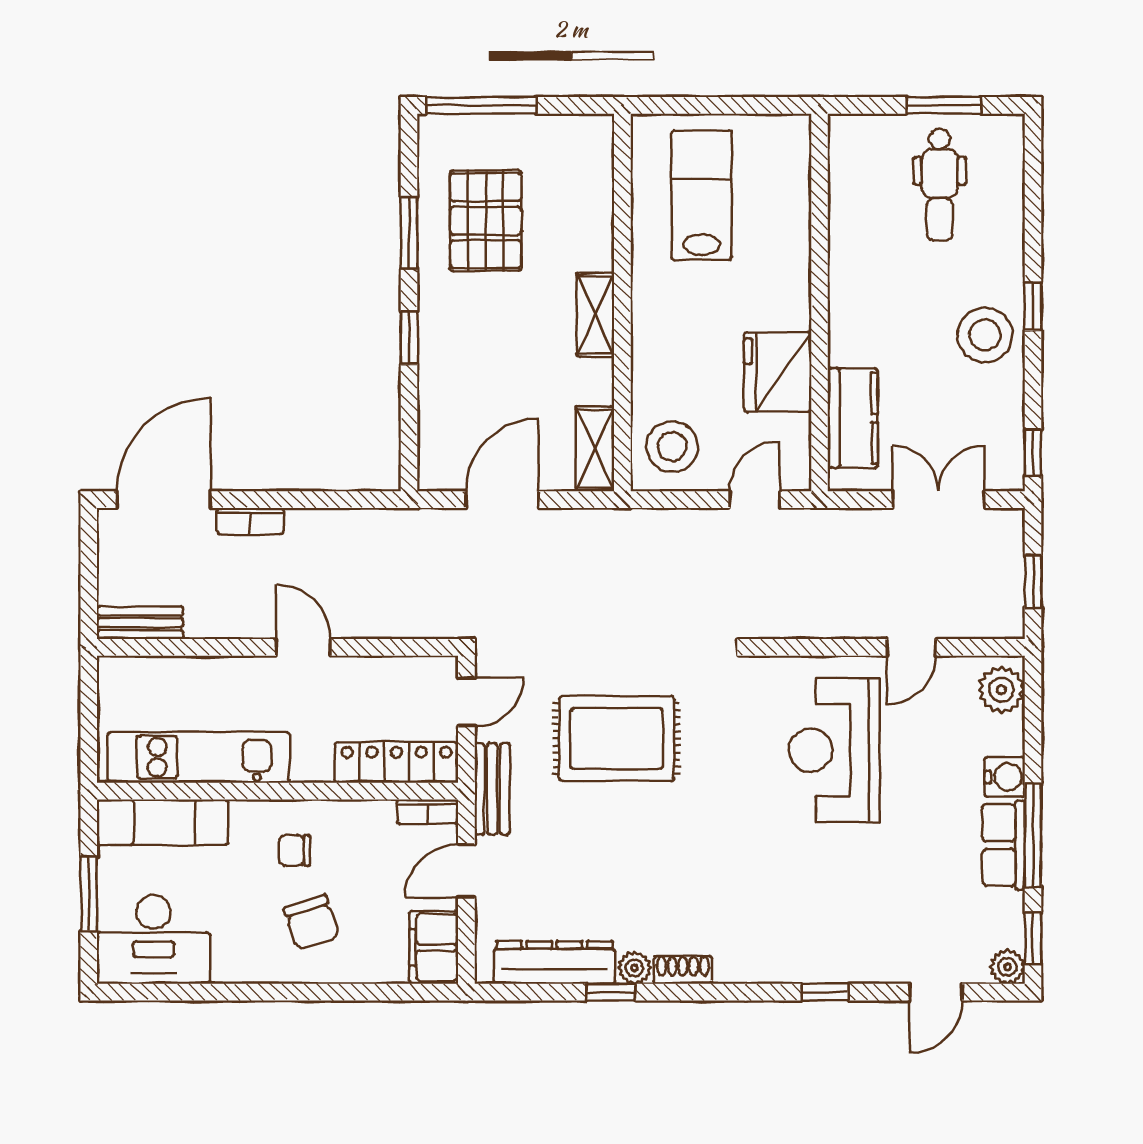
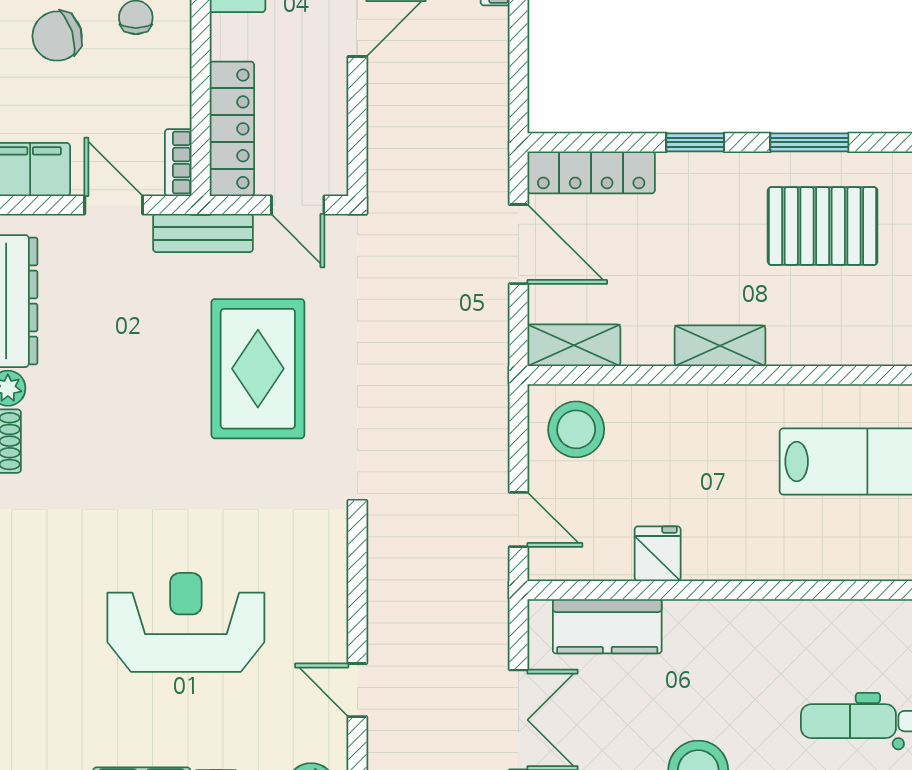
fridge: (778, 372) -> (658, 554), width x0.53, depth x0.75
locker: (437, 433) -> (591, 172), added
reception desk: (834, 750) -> (186, 622), moved

